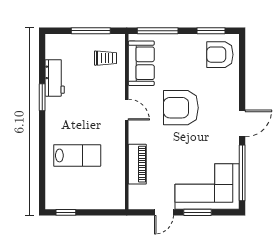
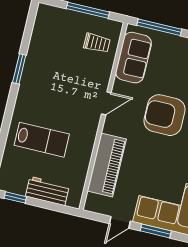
workbench: (55, 78) -> (47, 191), moved, turned -90
door: (127, 110) -> (106, 103), hinge flipped
piano: (137, 164) -> (107, 165), width x1.37, depth x1.33

